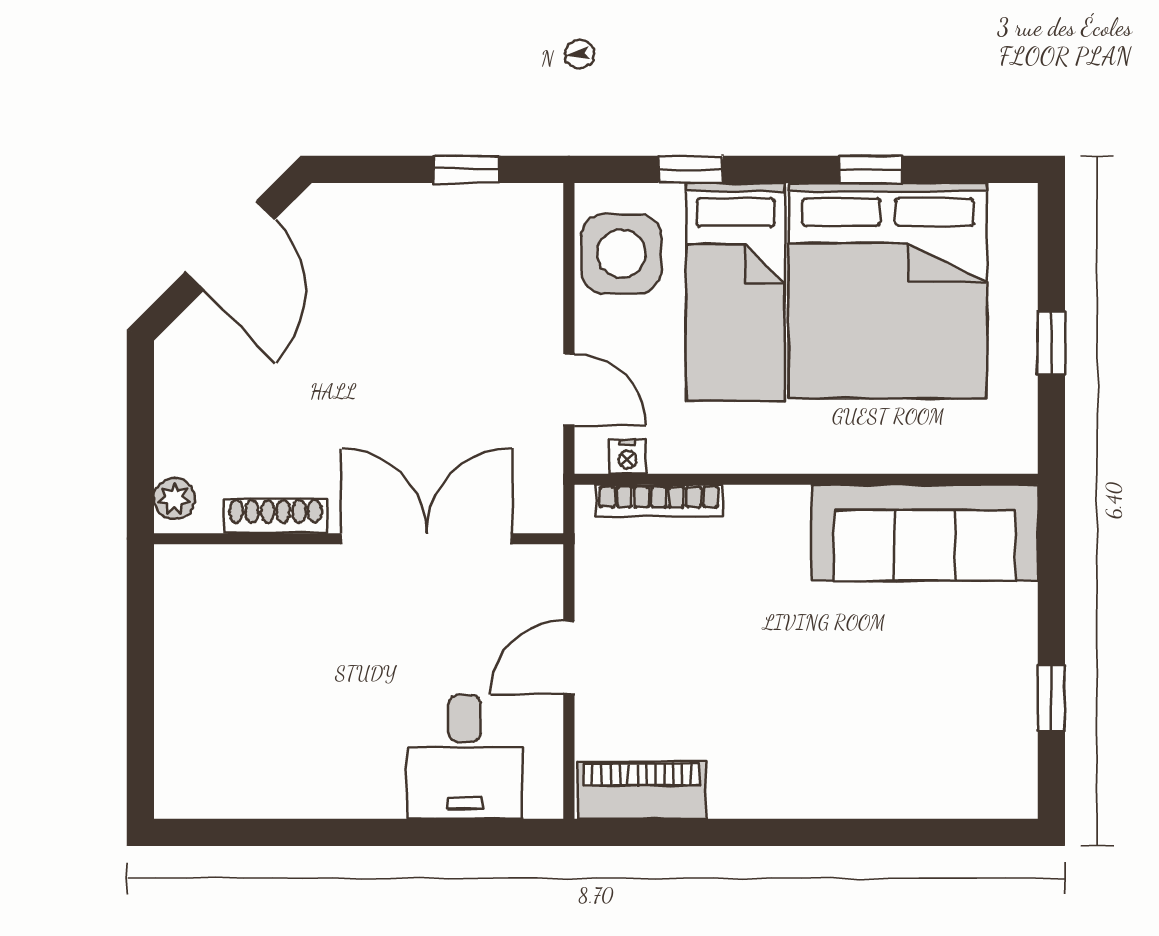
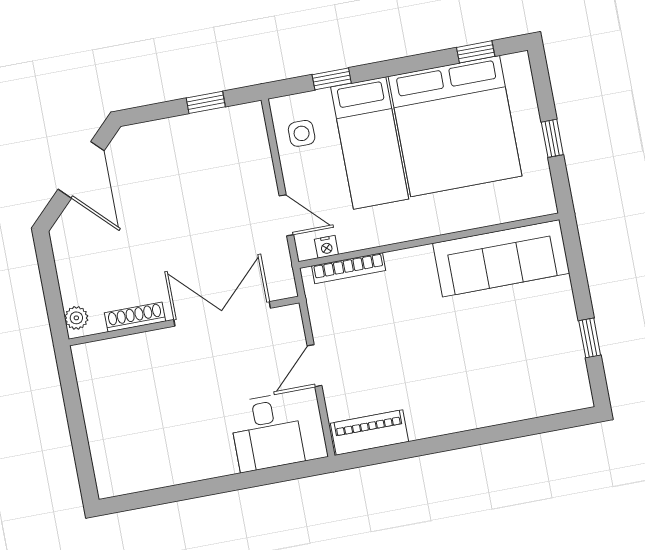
window: (871, 169) -> (476, 52), moved
side table: (621, 254) -> (302, 133), width x0.54, depth x0.54

